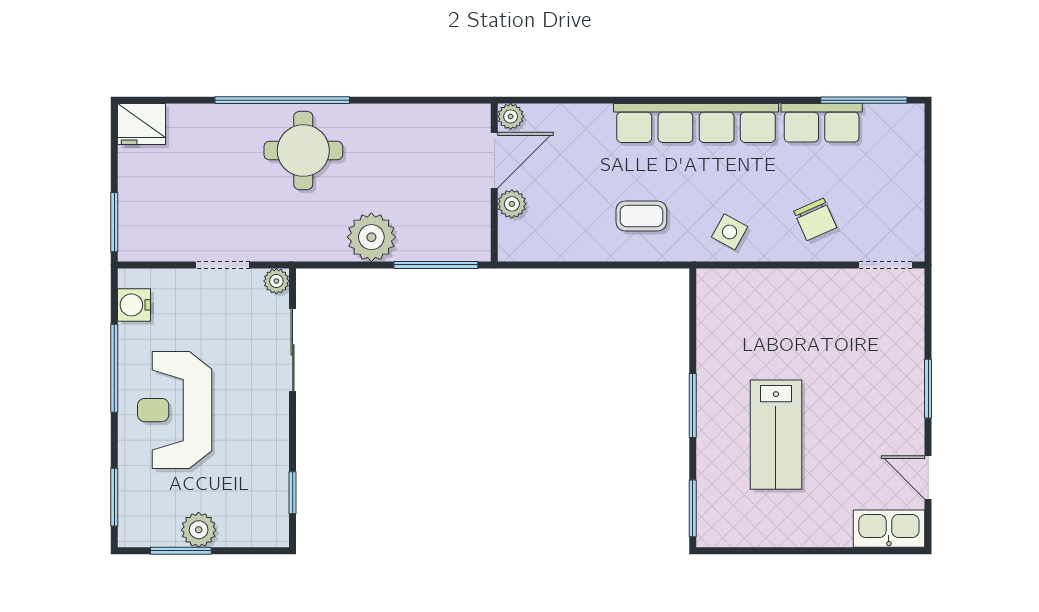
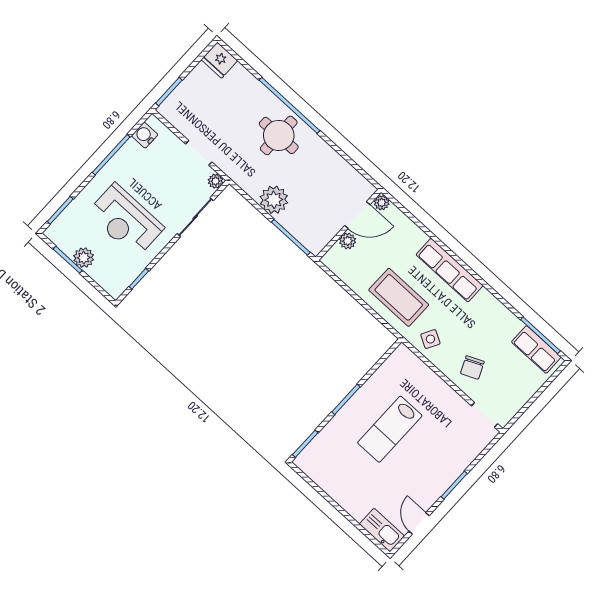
row of seats: (696, 123) -> (449, 270), width x0.73
row of seats: (822, 123) -> (536, 349), moved
coffee table: (641, 216) -> (399, 297), width x1.86, depth x1.72
reception desk: (175, 410) -> (126, 220), moved, turned -90
lab bench: (776, 435) -> (390, 429), moved

